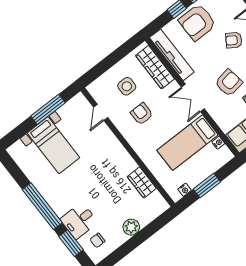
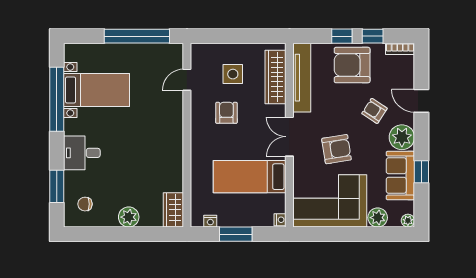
window: (48, 109) -> (137, 36), width x1.46
nightstand: (218, 143) -> (280, 220), moved
bed with nightstands: (53, 145) -> (96, 90), moved, turned -90
wardrobe: (142, 182) -> (173, 210), moved
window: (42, 206) -> (57, 99), moved
desk: (79, 221) -> (82, 153), moved

